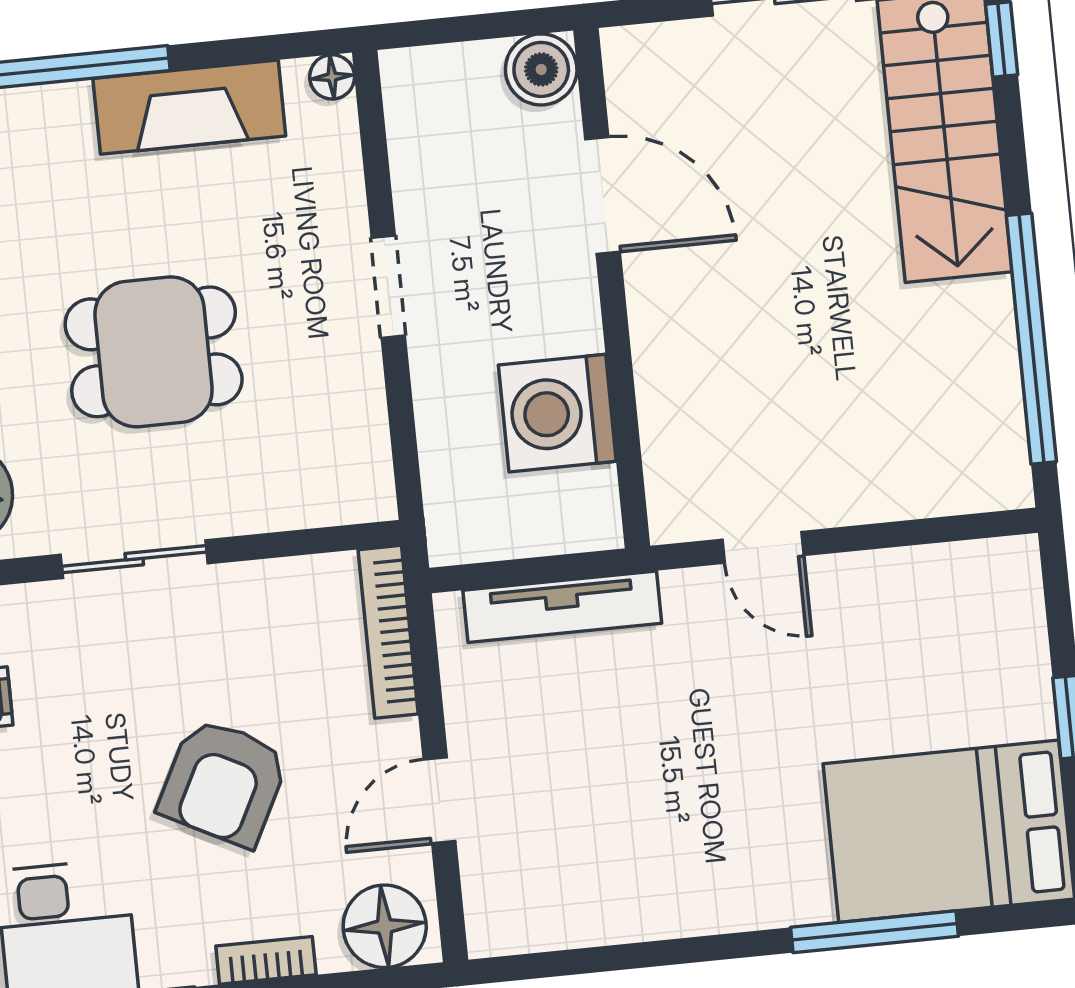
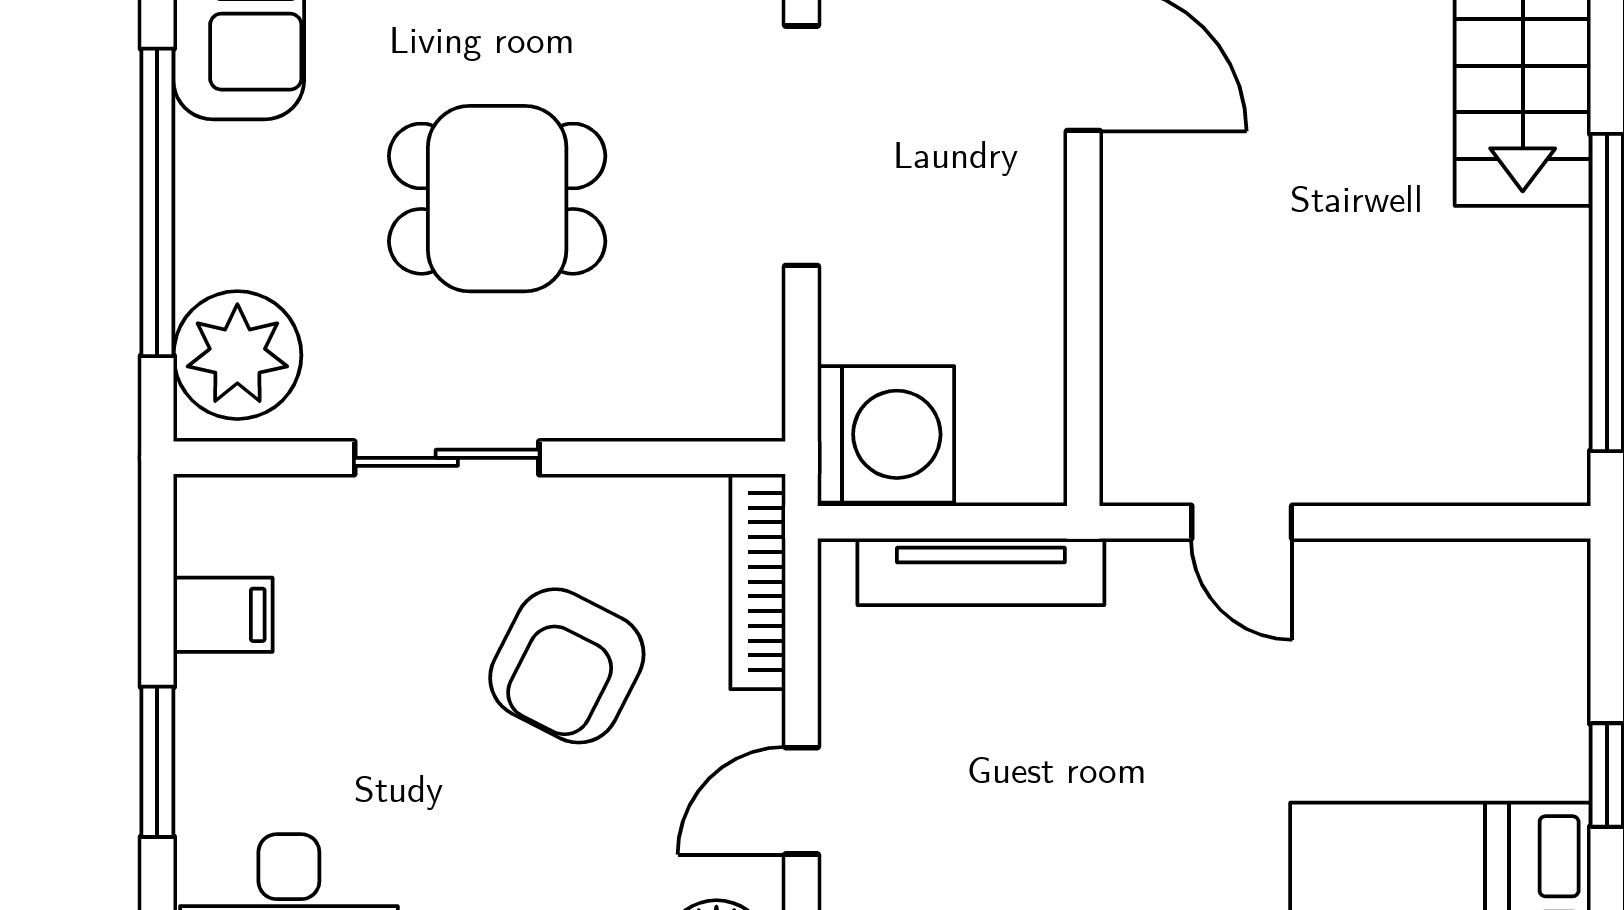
doorway: (388, 287) -> (802, 146), width x1.88
washing machine: (557, 413) -> (886, 434), moved, turned 180
armchair: (223, 782) -> (567, 666), moved

